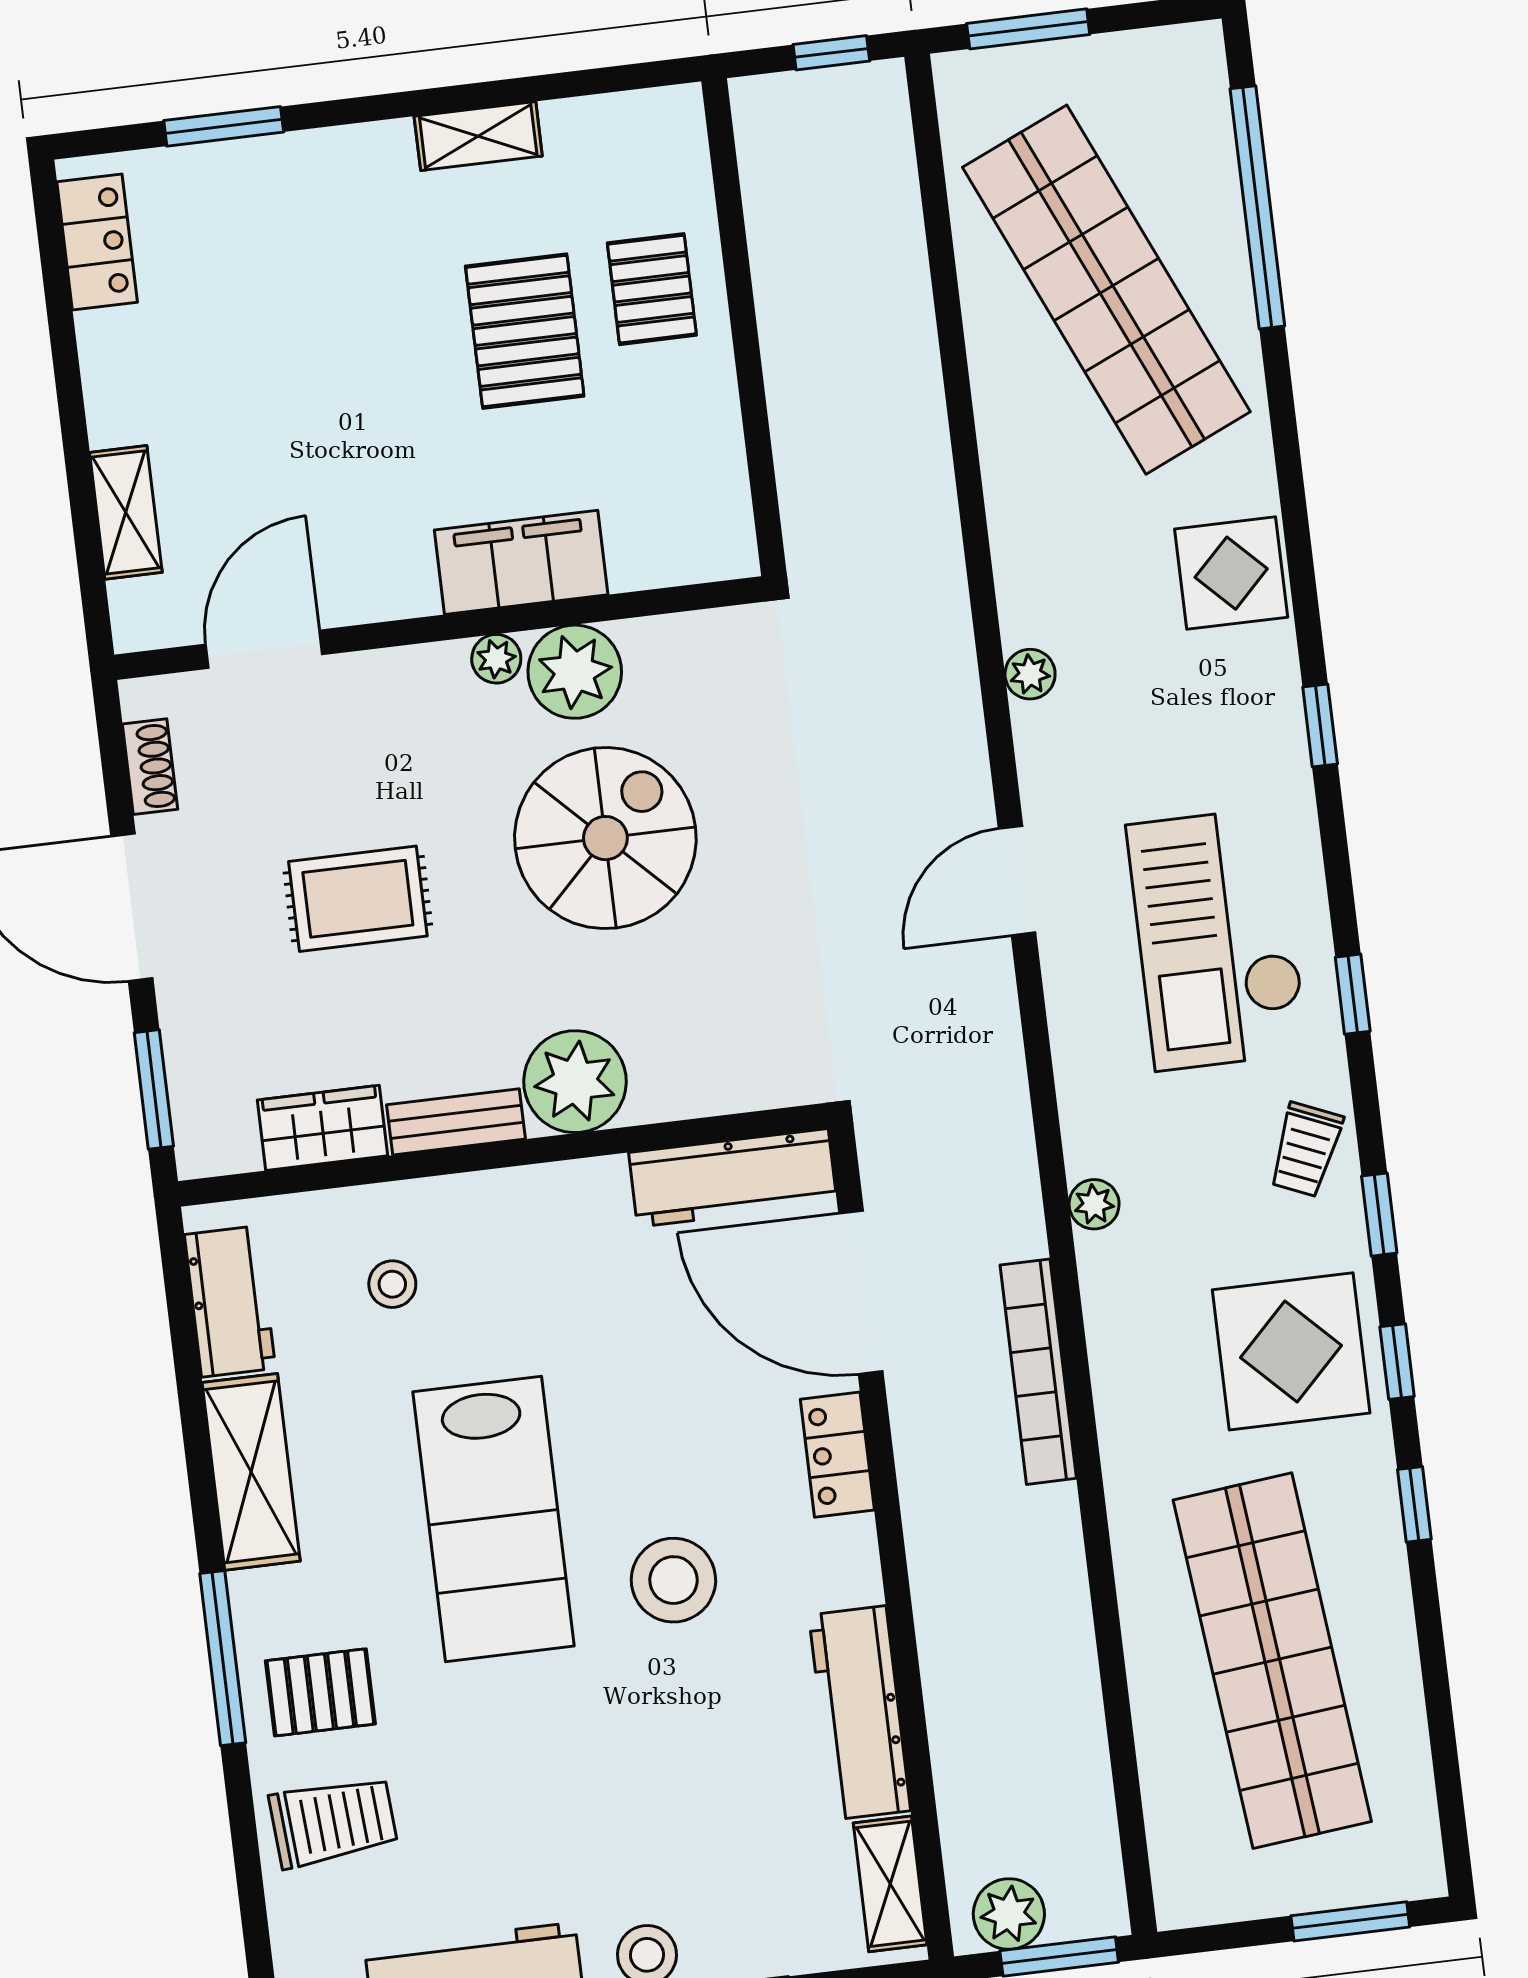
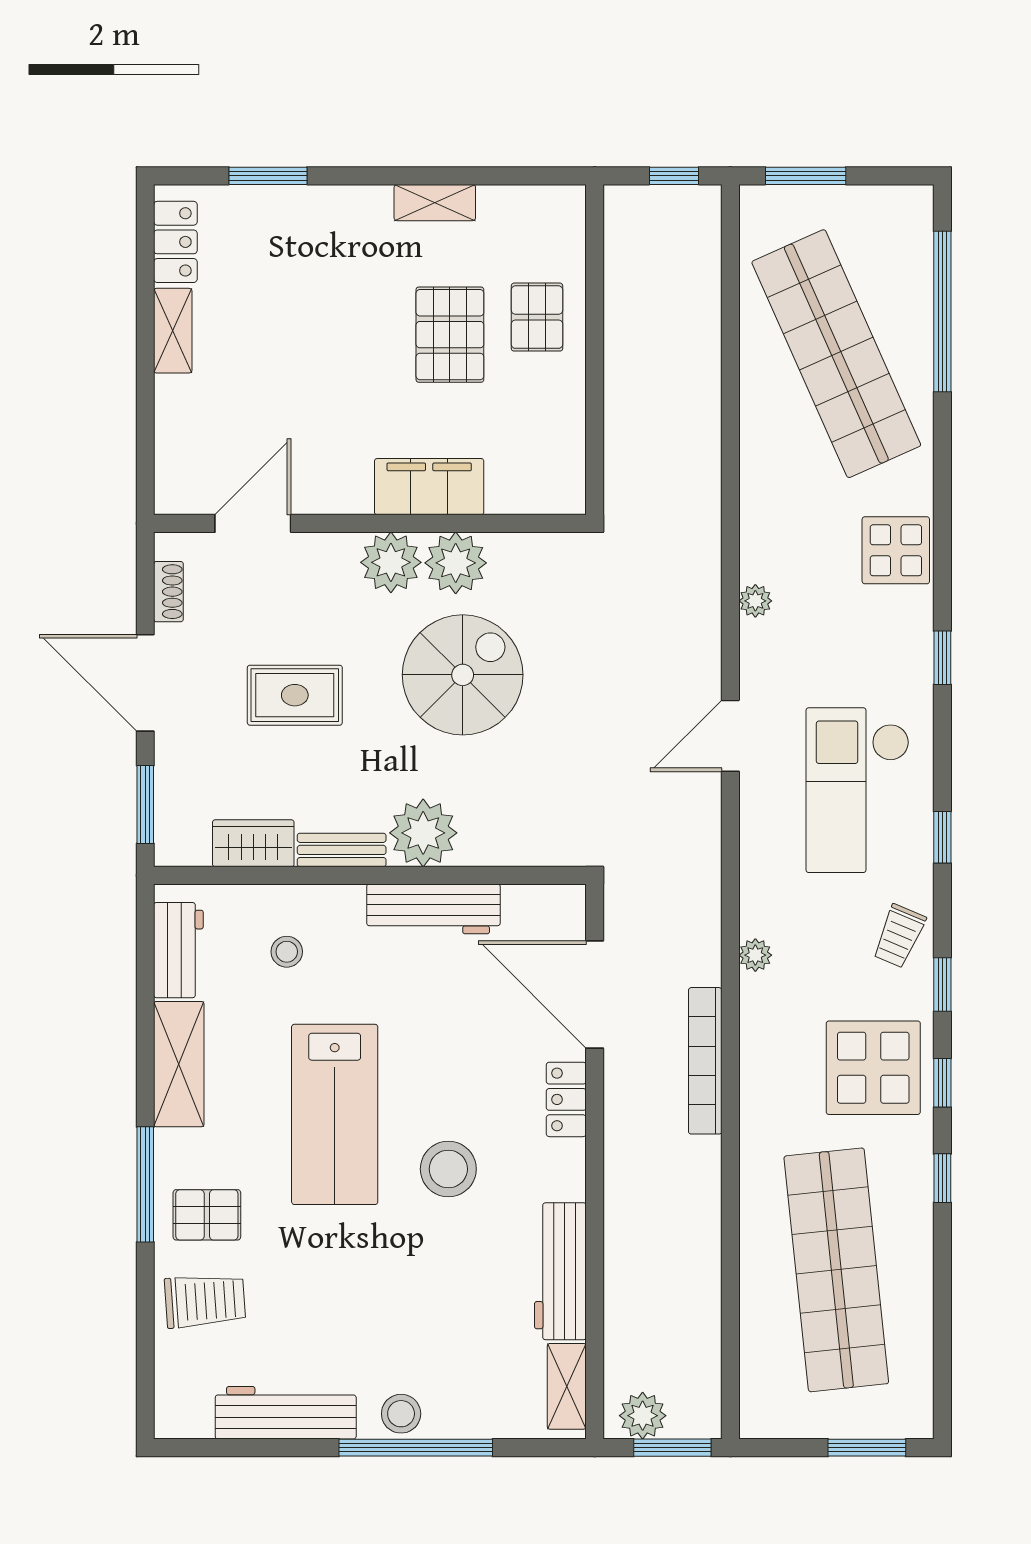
shelving: (126, 512) -> (173, 331), moved
plant: (496, 659) -> (391, 562), width x1.88, depth x1.88
workbench: (733, 1178) -> (433, 909), moved

